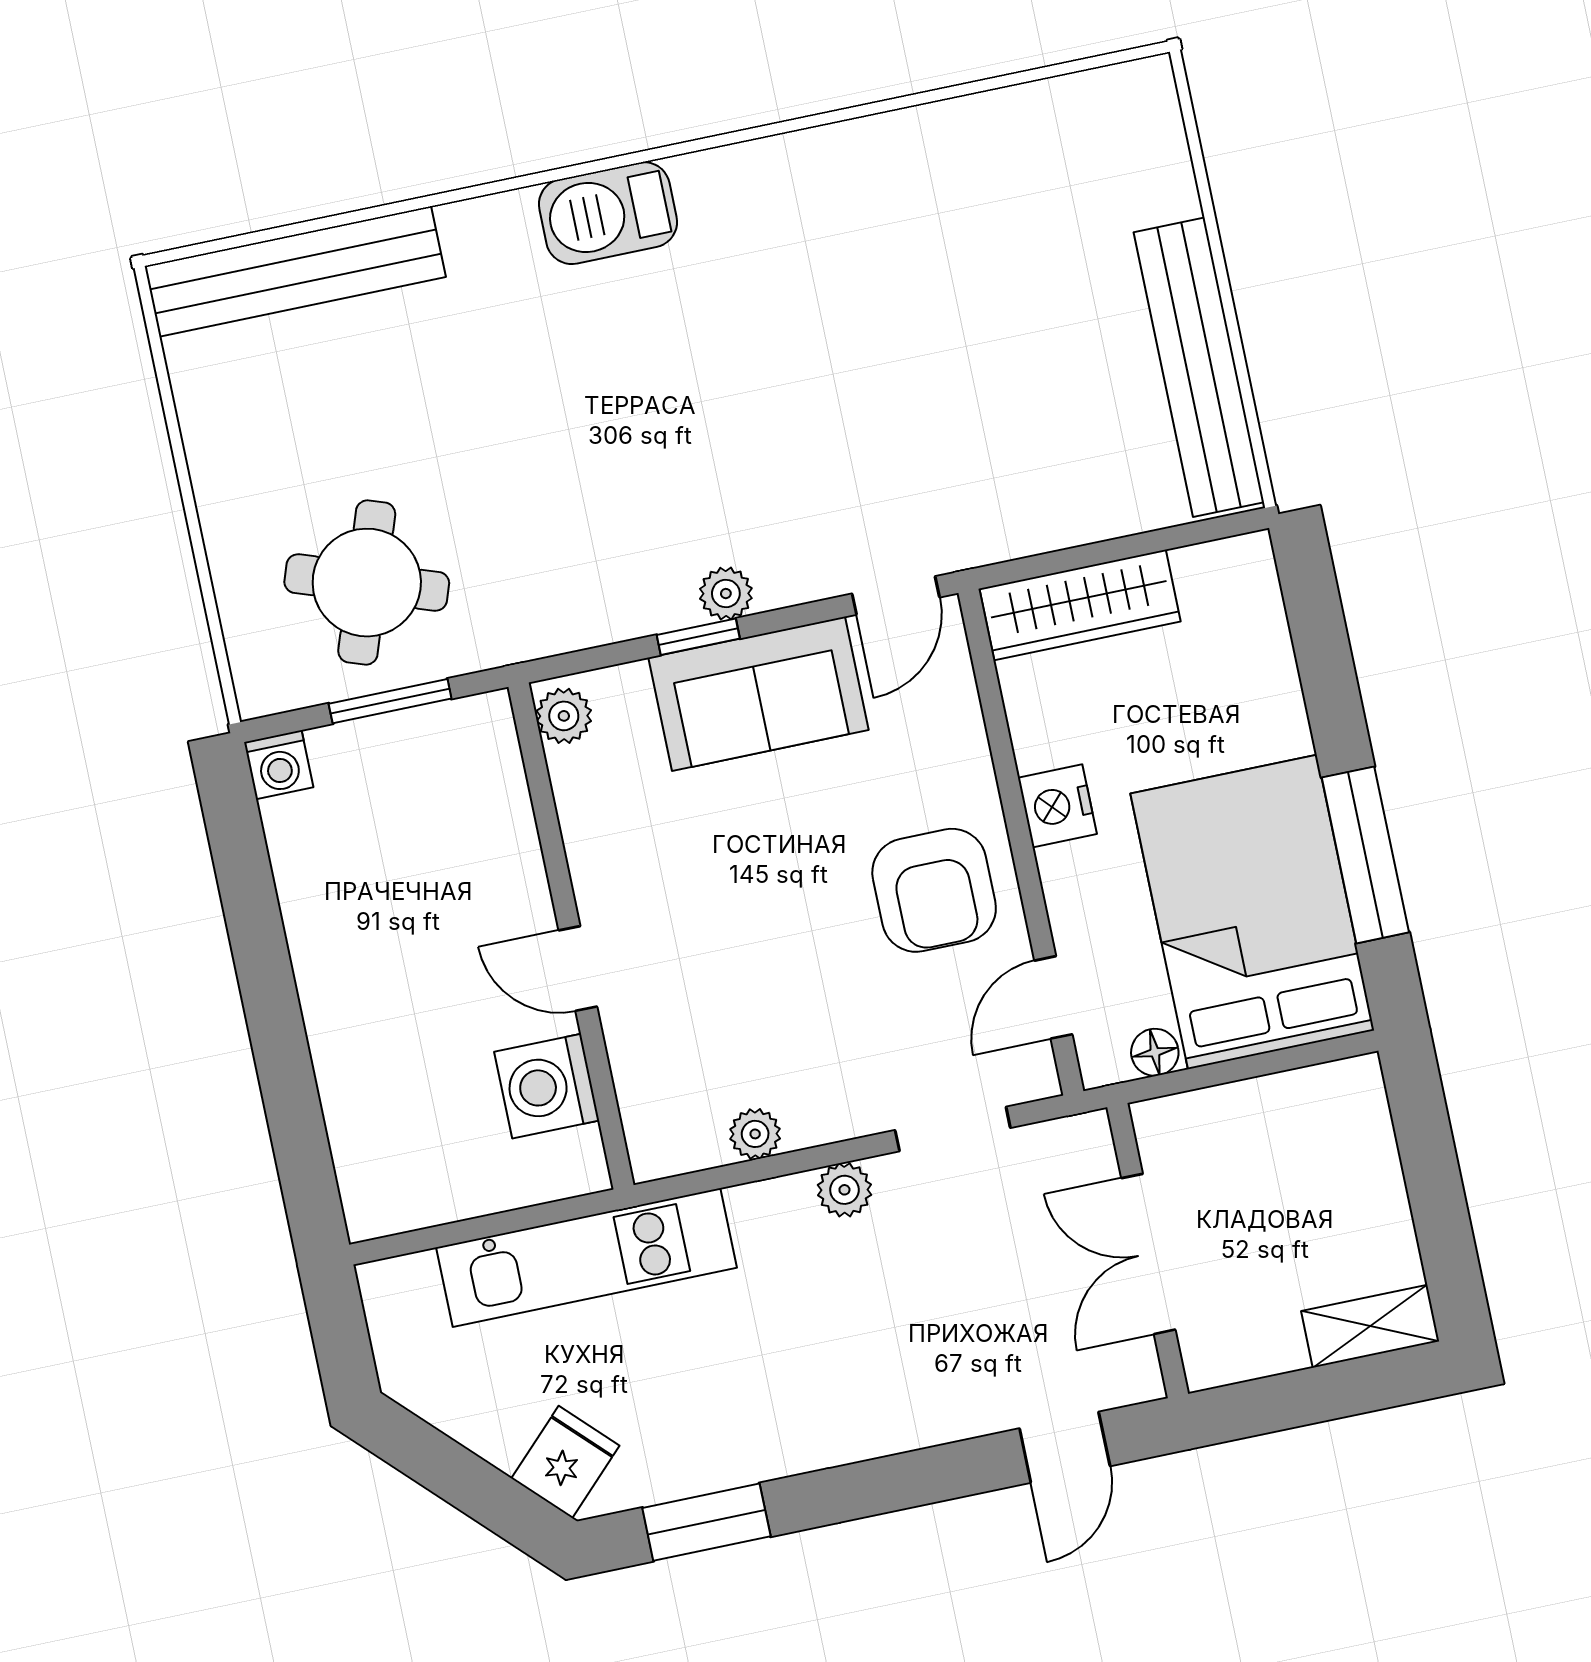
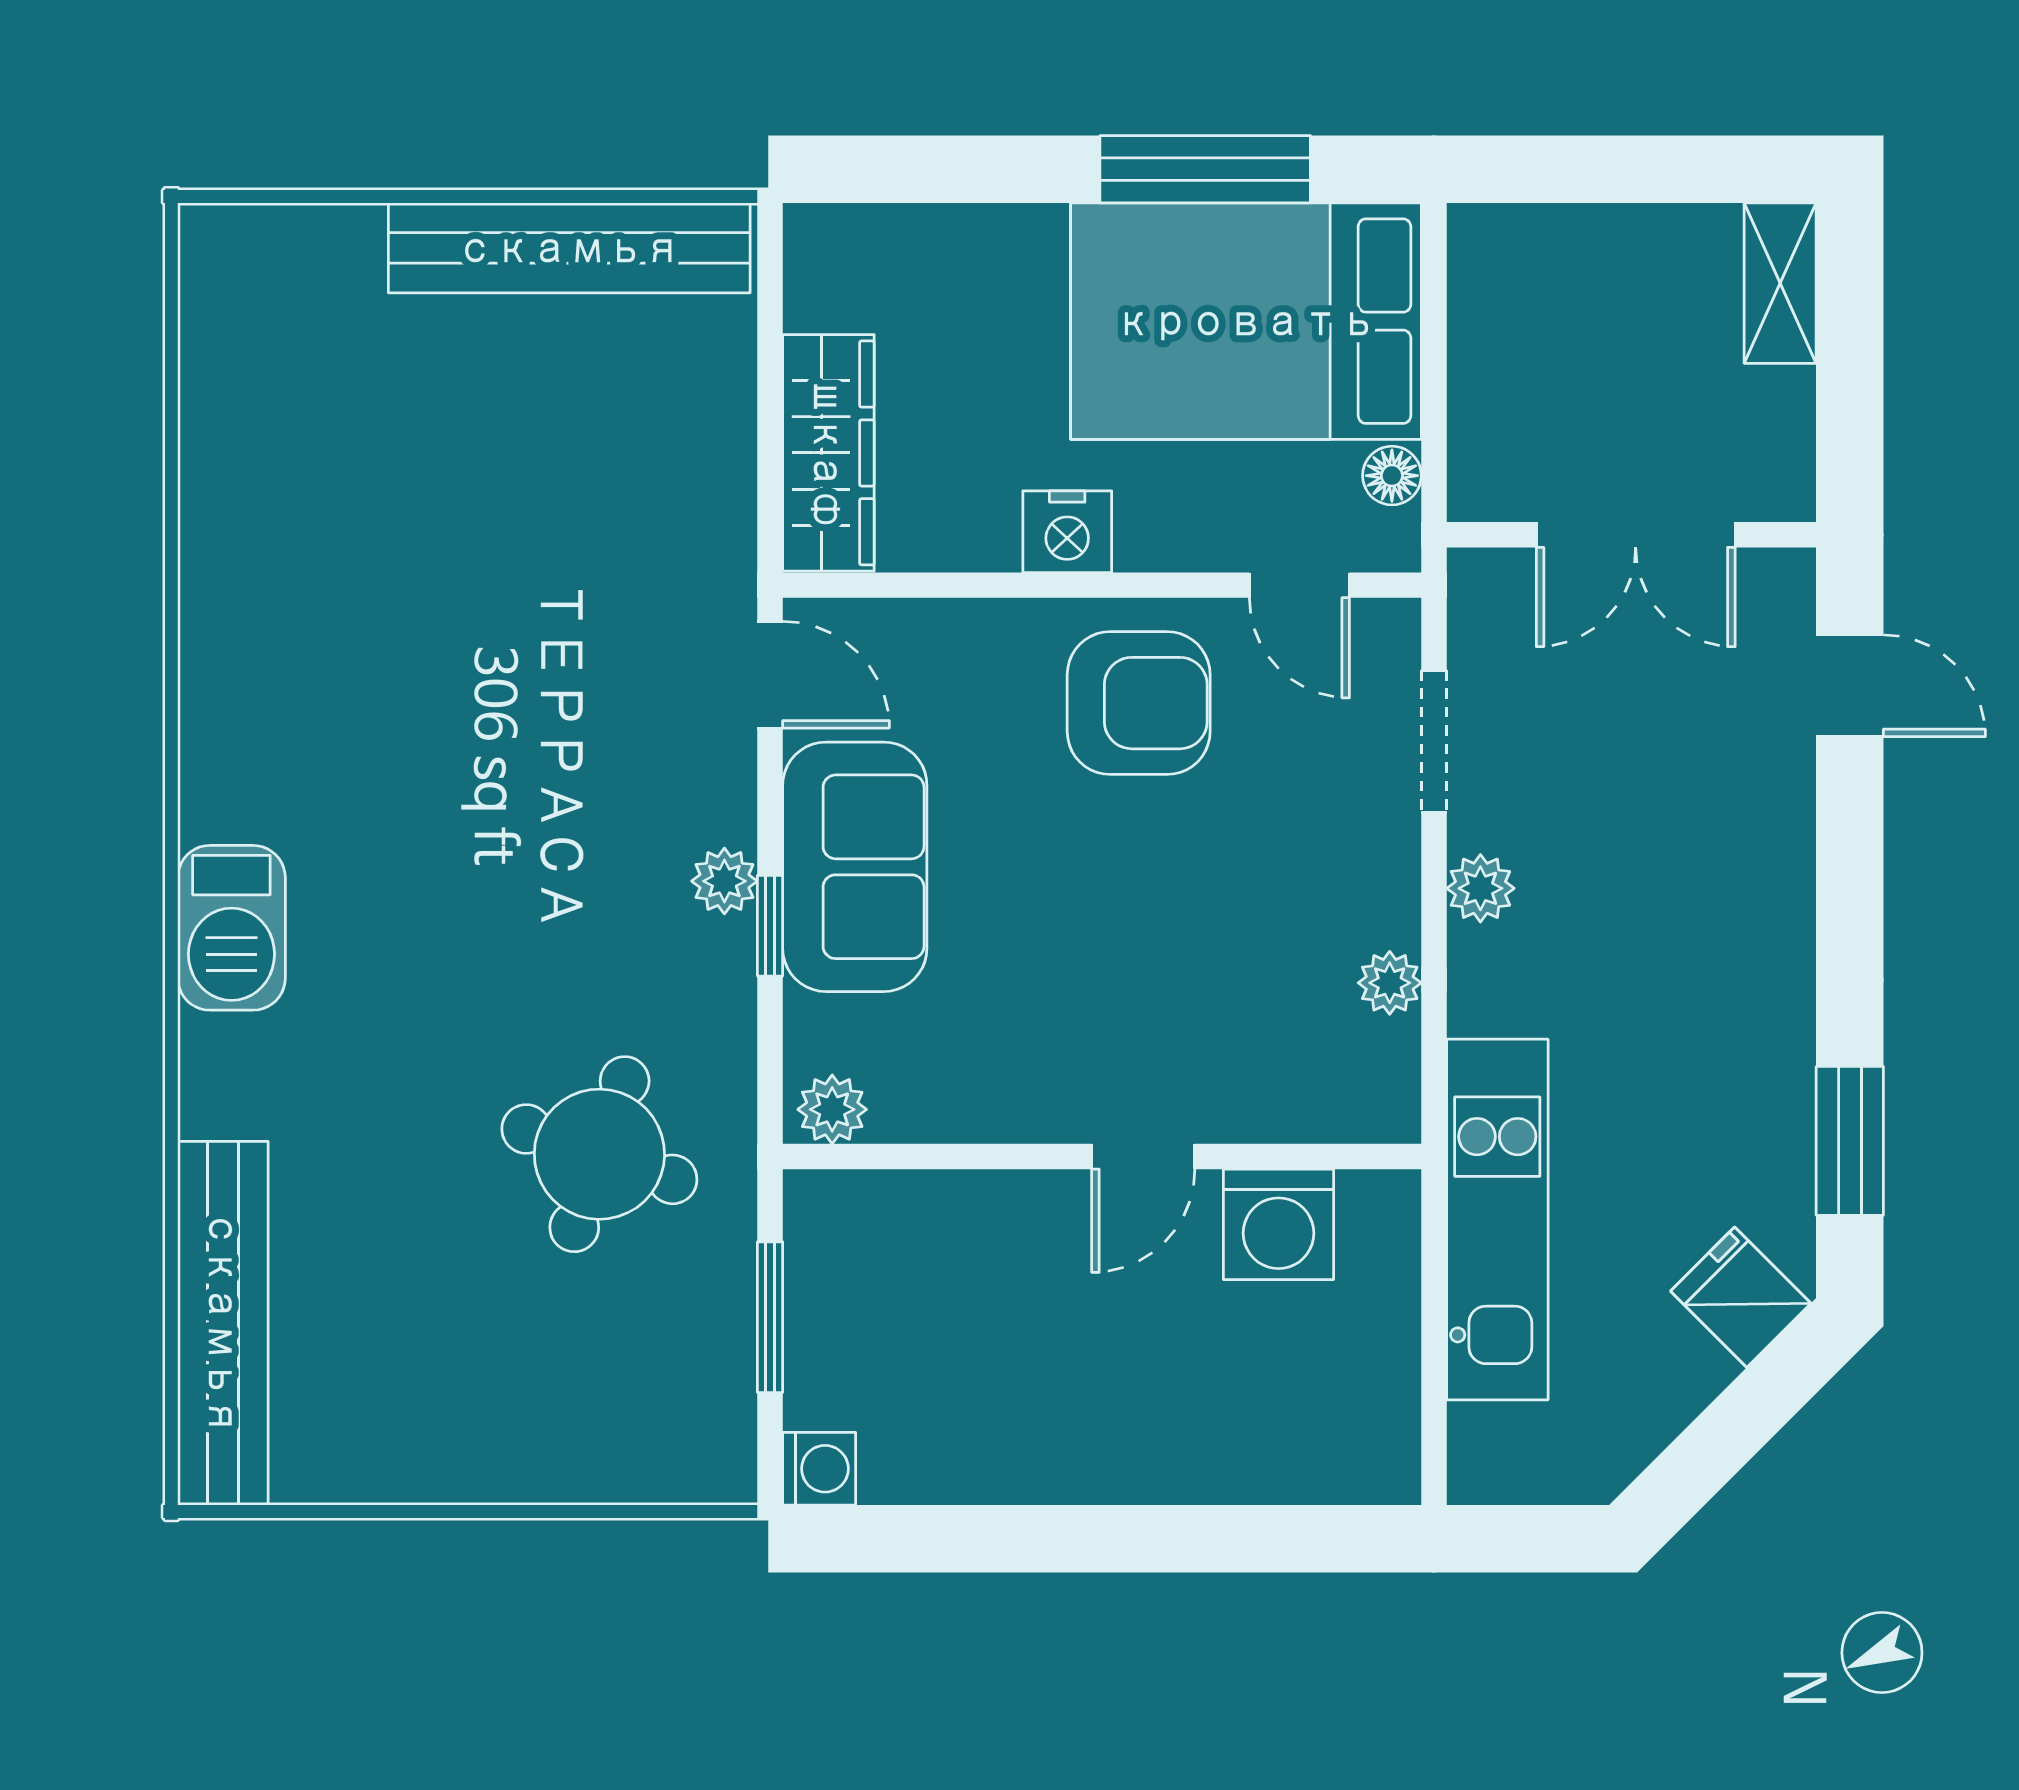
round table: (367, 583) -> (599, 1154), moved

